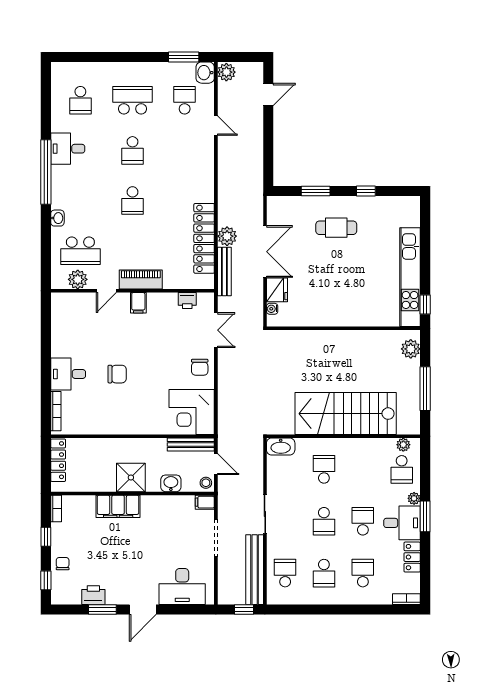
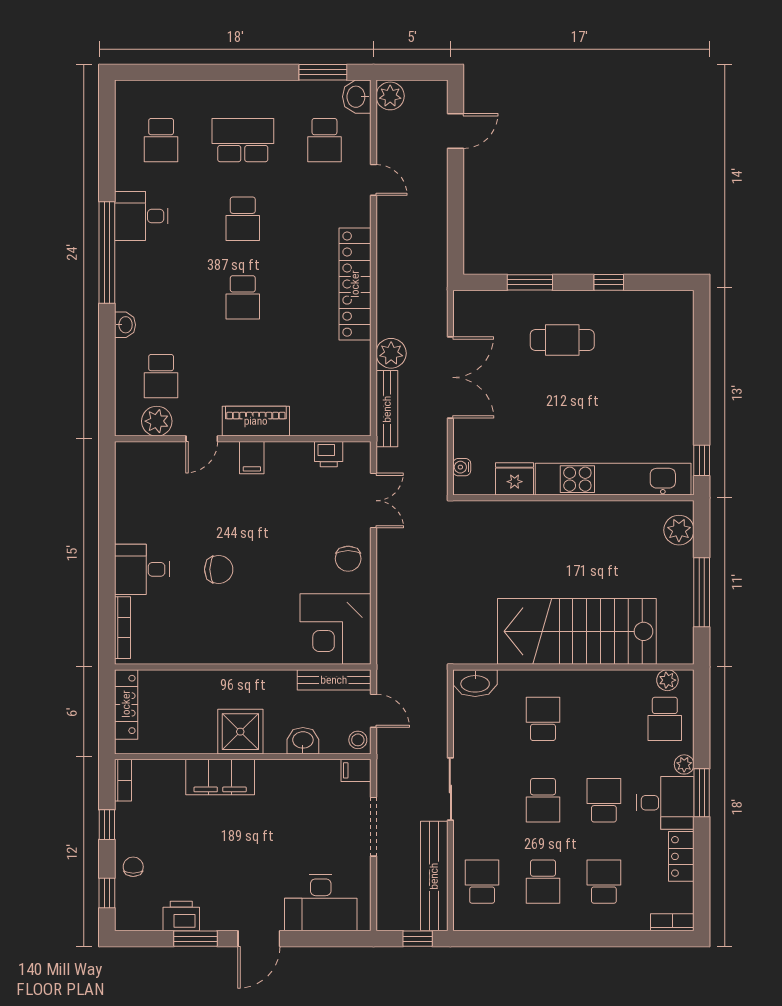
school desk: (185, 100) -> (324, 140), turned 180
locker: (204, 238) -> (355, 284), moved
school desk: (80, 251) -> (161, 376), width x0.54
kitchen unit: (410, 277) -> (613, 479), moved, turned 90
fridge: (277, 290) -> (515, 479), moved, turned -90

